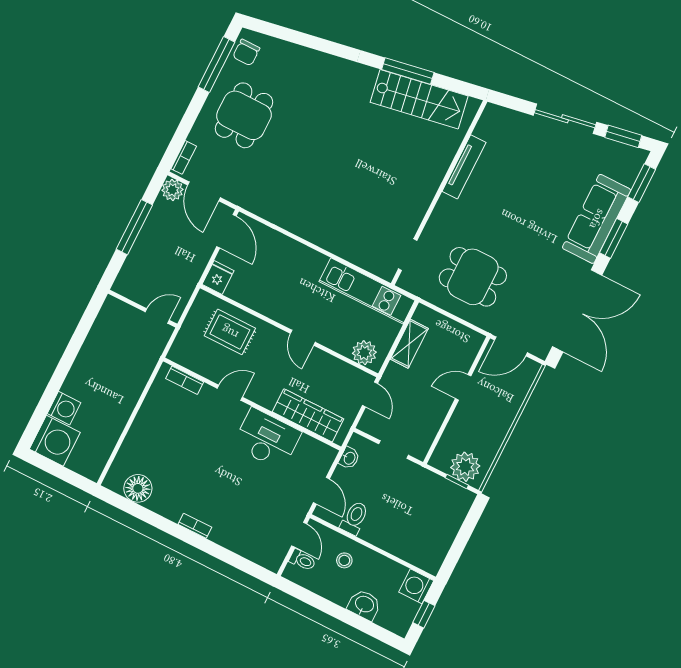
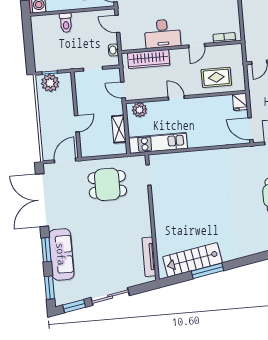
tv unit: (464, 167) -> (149, 257), moved
toilet: (354, 518) -> (66, 23), moved

